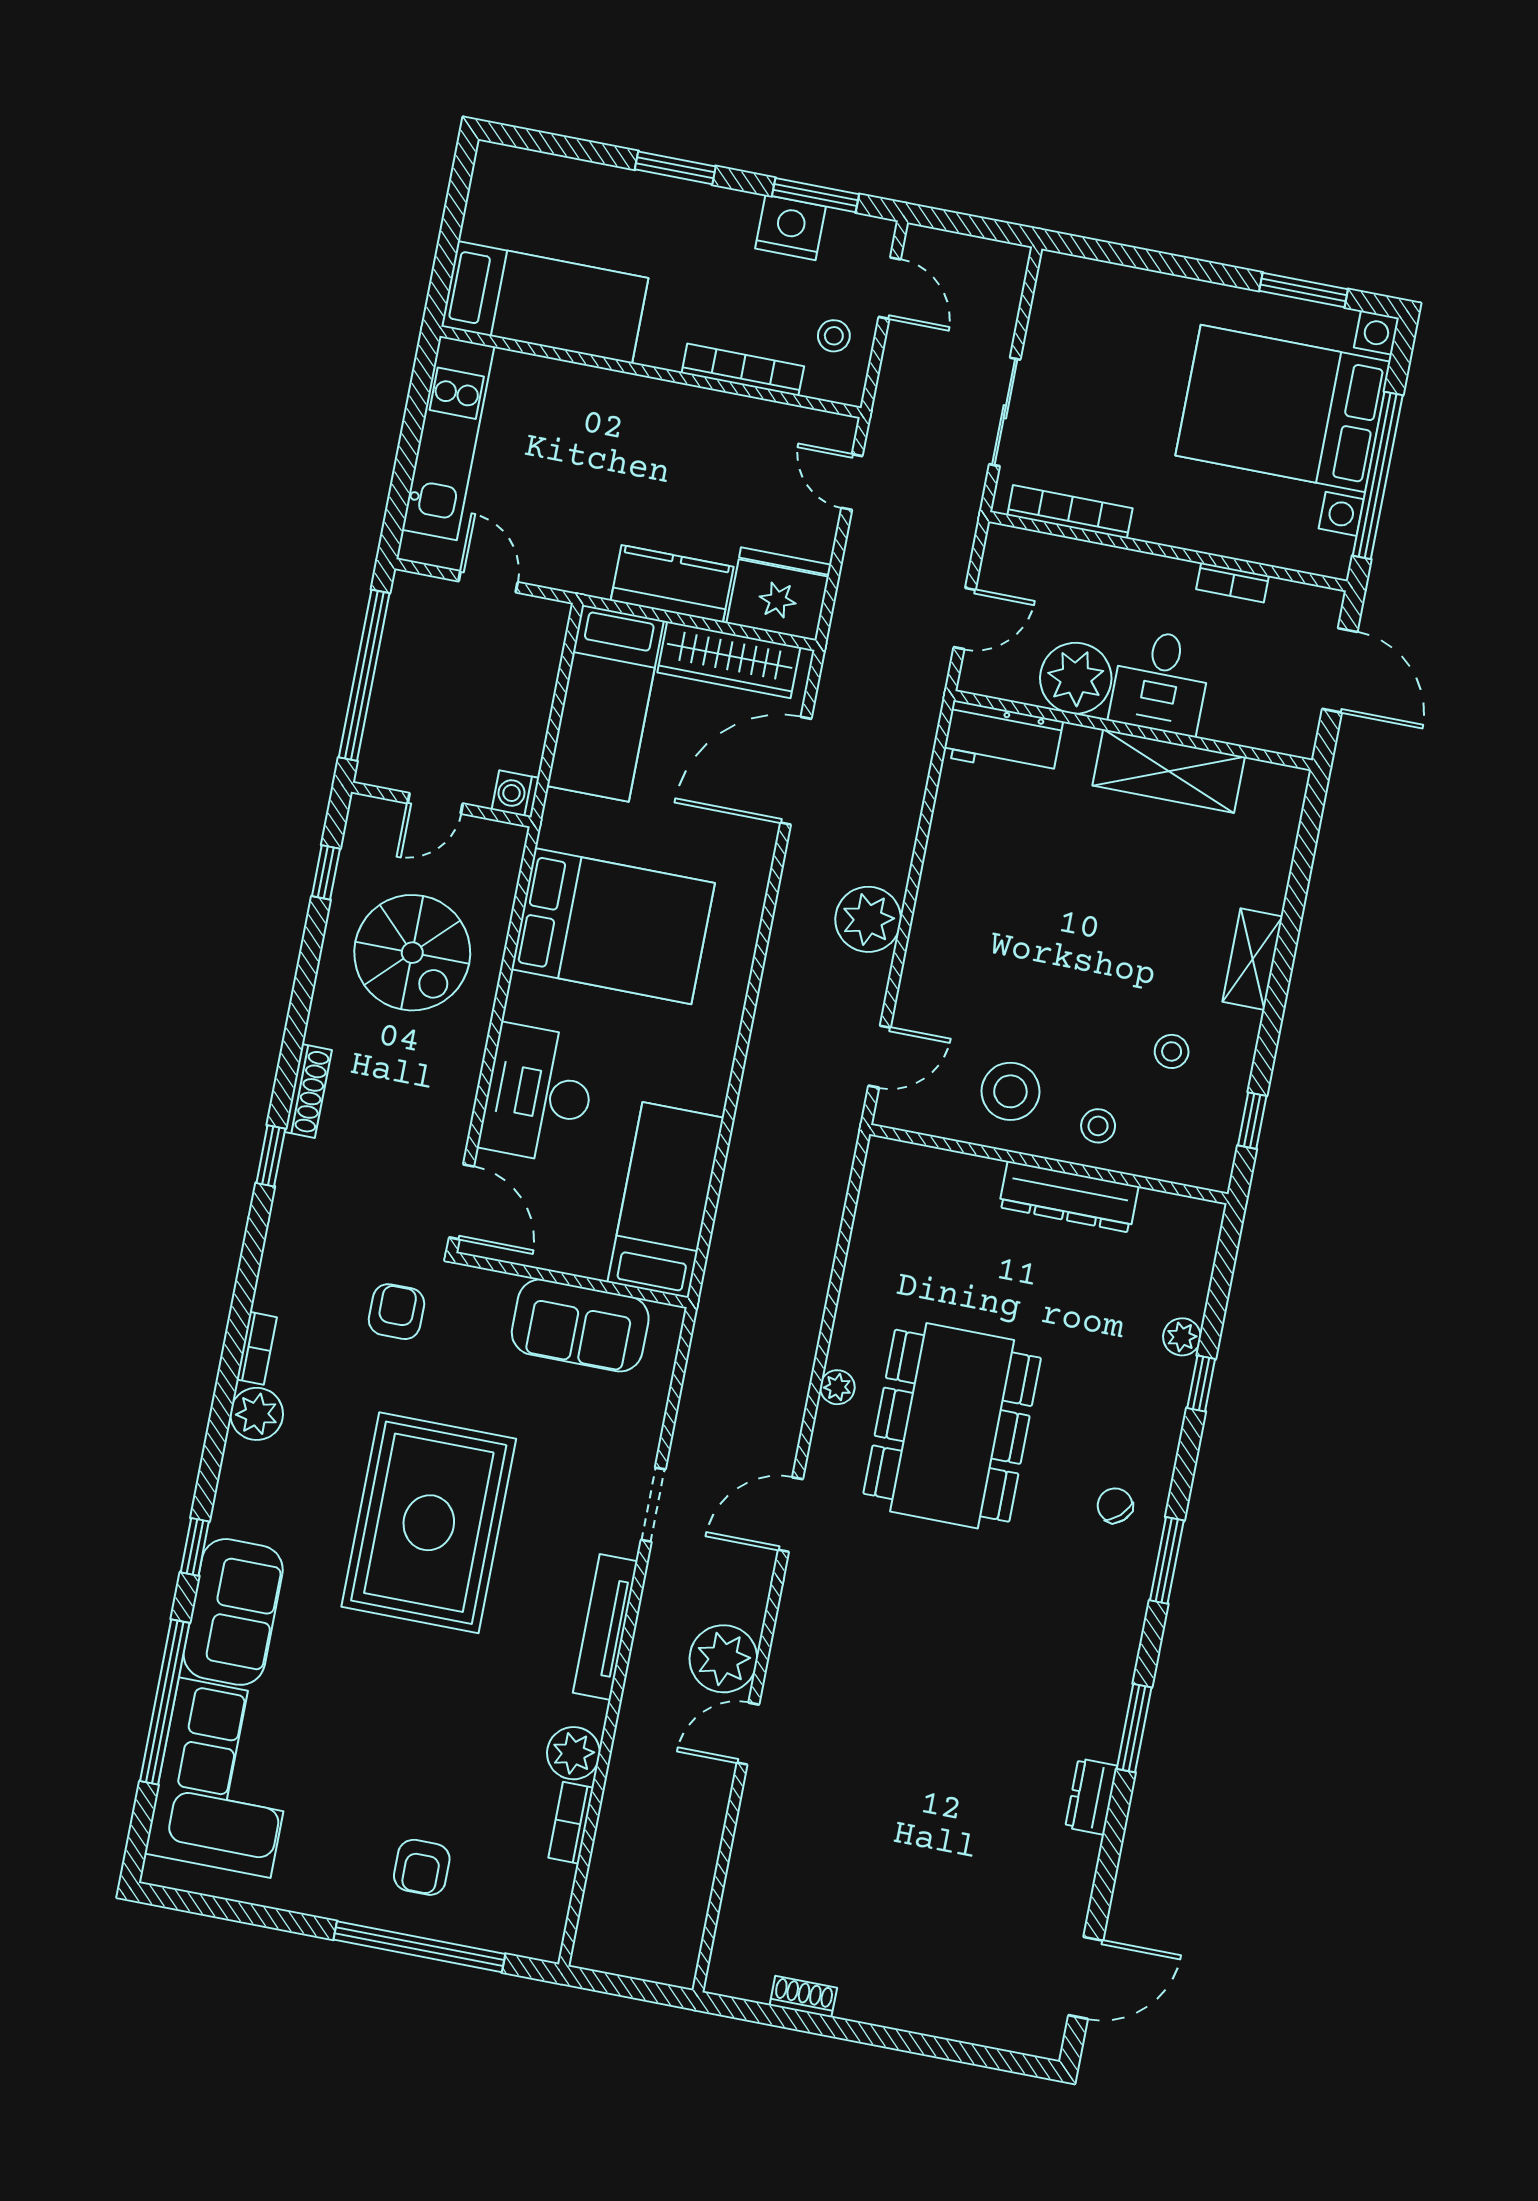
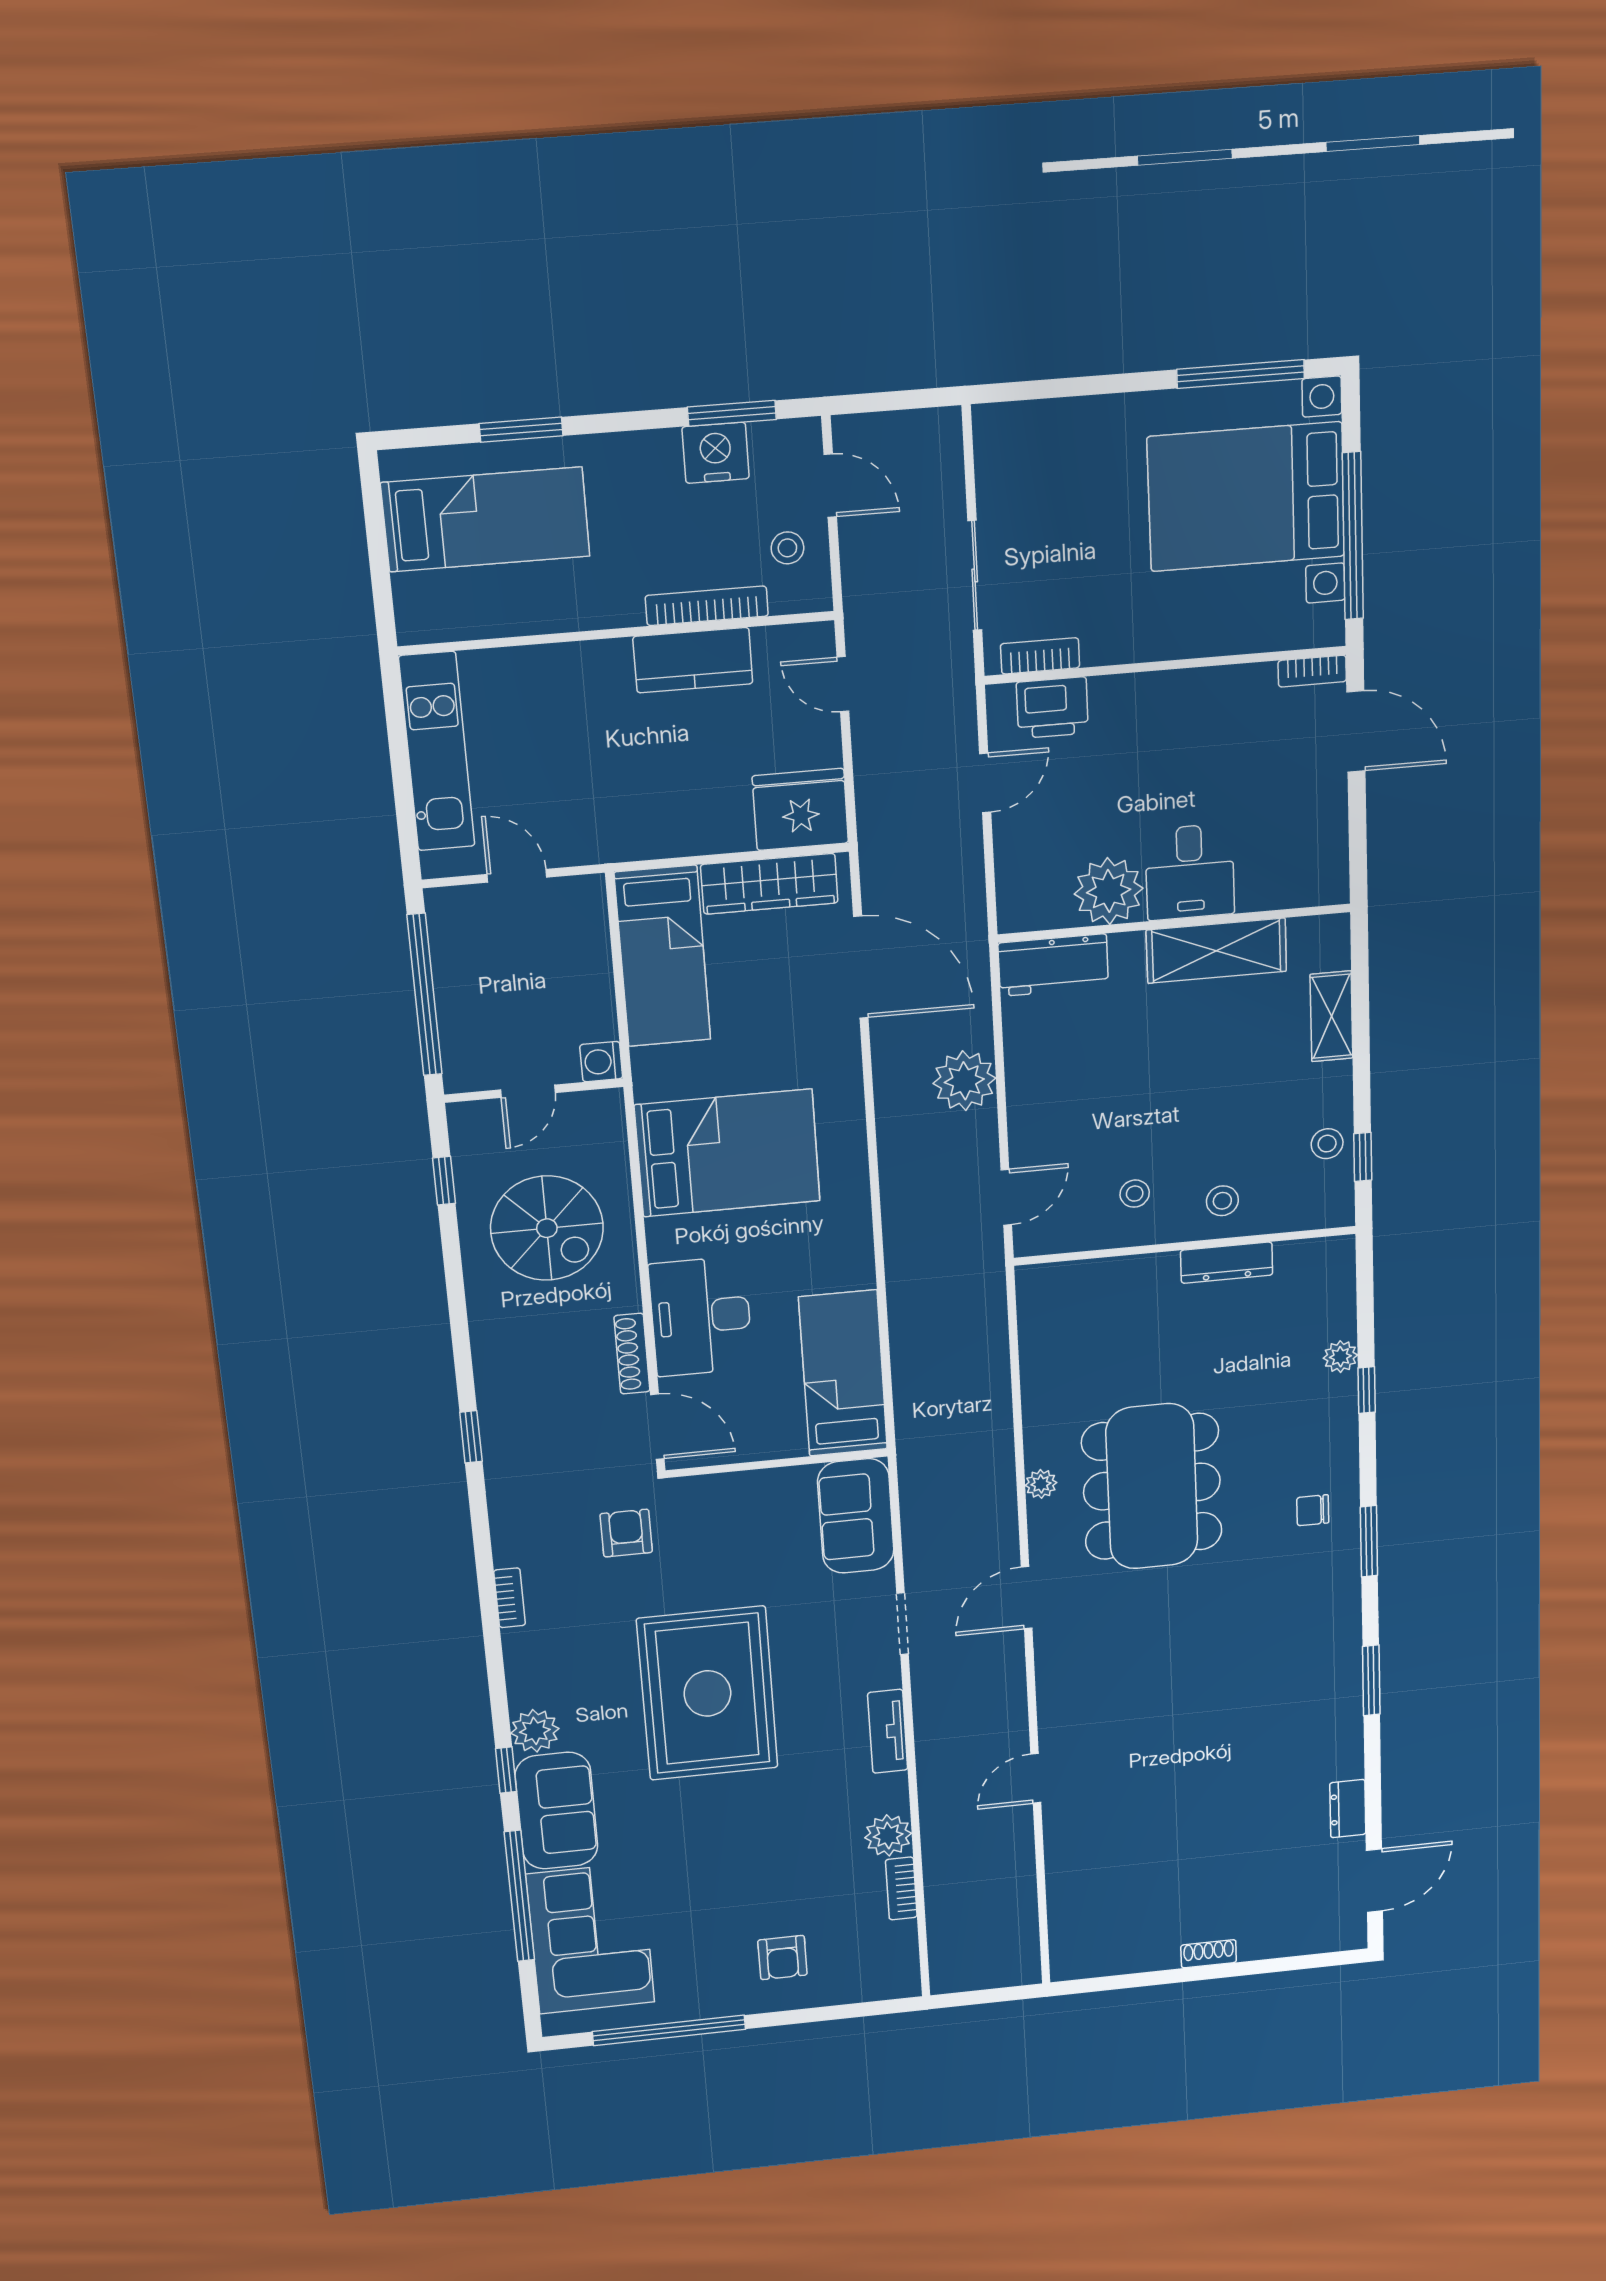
window: (675, 168) -> (521, 430), moved
window: (1304, 290) -> (1241, 374), width x1.44
bed: (545, 302) -> (485, 519), moved
bookcase: (1070, 512) -> (1040, 656), width x0.64
printer: (1048, 562) -> (1052, 708), added
bookcase: (1232, 583) -> (1312, 671), moved
kitchen counter: (672, 584) -> (693, 660), moved, turned 180
plant: (1076, 678) -> (1109, 891), moved
desk: (1161, 682) -> (1190, 872), moved
wall: (1133, 730) -> (1174, 923), moved
workbench: (1003, 739) -> (1053, 965), moved
door: (796, 771) -> (861, 967), swing flipped
shelving: (1169, 771) -> (1216, 951), moved
stool: (1172, 1051) -> (1327, 1144), moved
shoe rack: (308, 1091) -> (632, 1354), moved, turned 180
stool: (1010, 1091) -> (1135, 1194), width x0.53, depth x0.53
dresser: (1069, 1197) -> (1227, 1263), width x0.73, depth x0.80
sofa: (580, 1325) -> (856, 1516), moved, turned 90
plant: (257, 1414) -> (535, 1731), moved
chair: (1115, 1505) -> (1313, 1510), turned -47
tv unit: (605, 1627) -> (888, 1731), width x0.71
plant: (723, 1659) -> (998, 1727), removed
dresser: (1091, 1797) -> (1348, 1809), moved
window: (419, 1947) -> (669, 2030), moved
shoe rack: (803, 1997) -> (1209, 1954), moved

